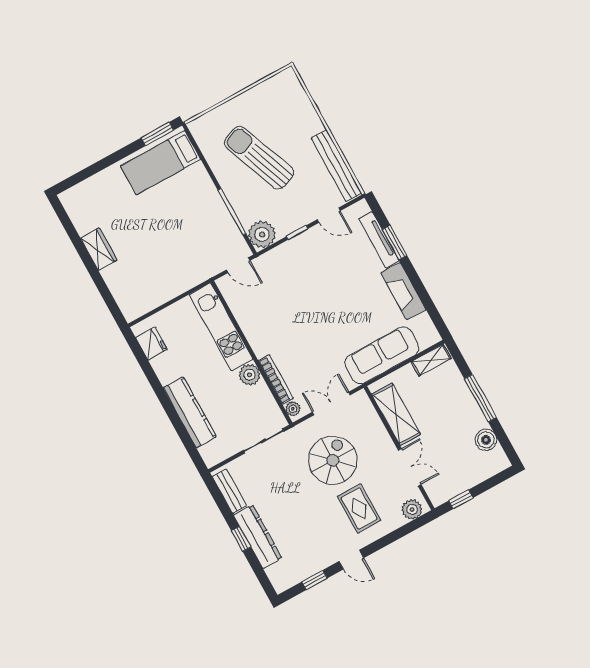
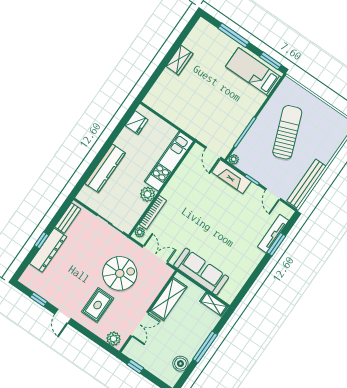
window: (102, 165) -> (234, 35), added
plant: (262, 234) -> (234, 159), width x0.53, depth x0.53
fireplace: (403, 291) -> (232, 177), moved, turned -90

